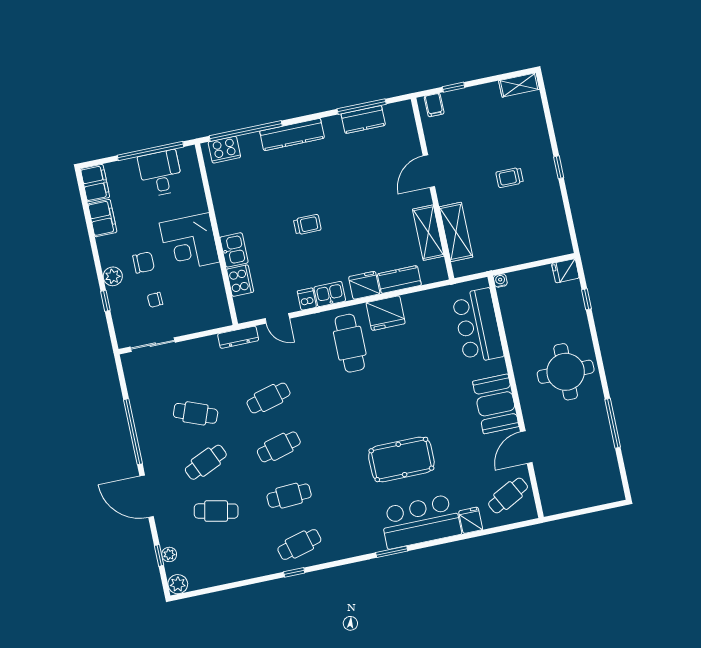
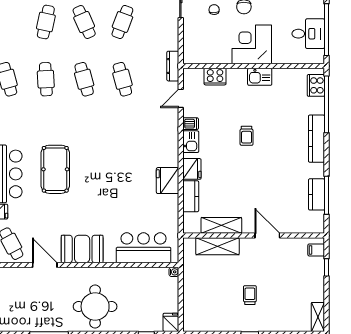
kitchen sink: (234, 250) -> (260, 77), moved
cafe table: (350, 343) -> (151, 149), removed

